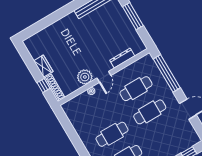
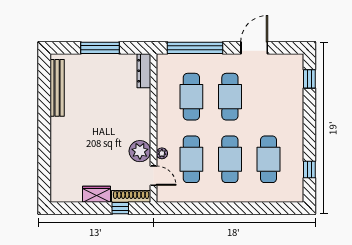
dresser: (122, 58) -> (144, 71), moved
door: (104, 77) -> (153, 176), moved
cafe table: (98, 111) -> (191, 159), added

